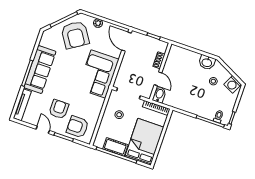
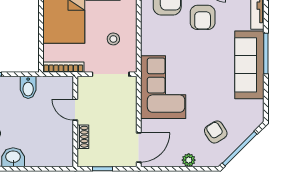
armchair: (75, 35) -> (216, 132), width x0.53, depth x0.53
door: (126, 42) -> (139, 147), hinge flipped
bidet: (159, 95) -> (28, 87), moved

